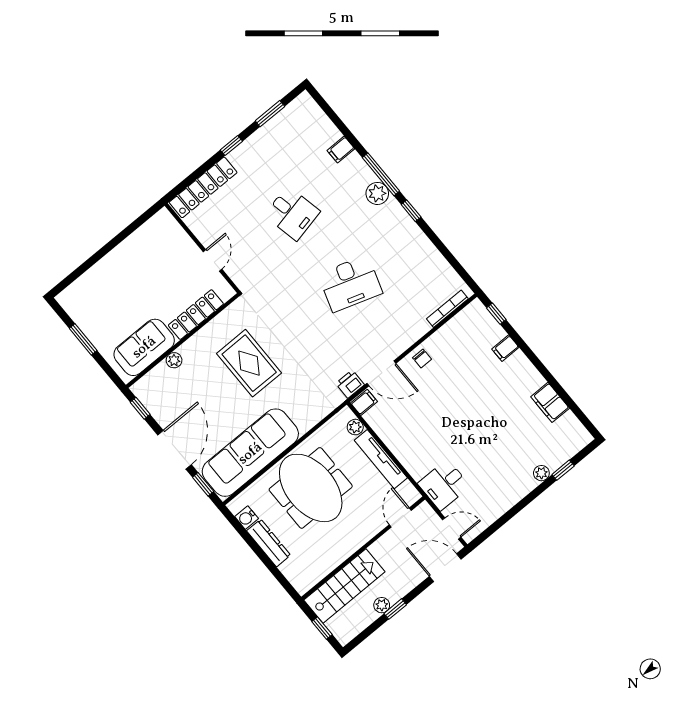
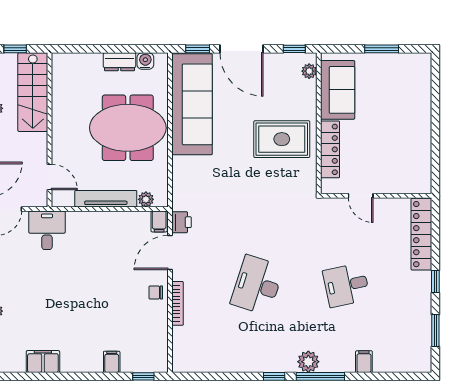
bookcase: (447, 309) -> (178, 303), moved
plant: (174, 360) -> (309, 71), moved
rug: (249, 363) -> (282, 139), moved
dresser: (269, 543) -> (119, 62), width x0.70

